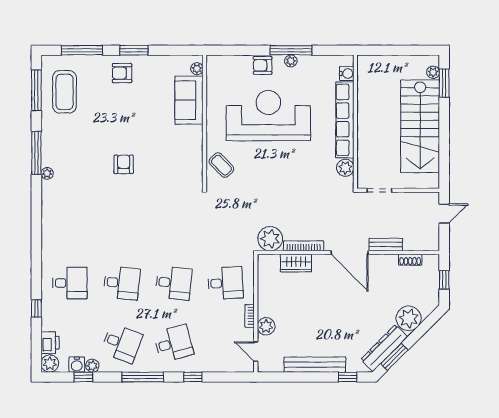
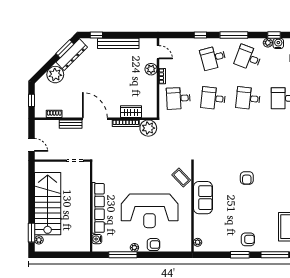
window: (291, 50) -> (123, 255), moved
sofa: (189, 100) -> (203, 198), moved
plant: (345, 168) -> (98, 176), removed
door: (444, 214) -> (31, 145), swing flipped

